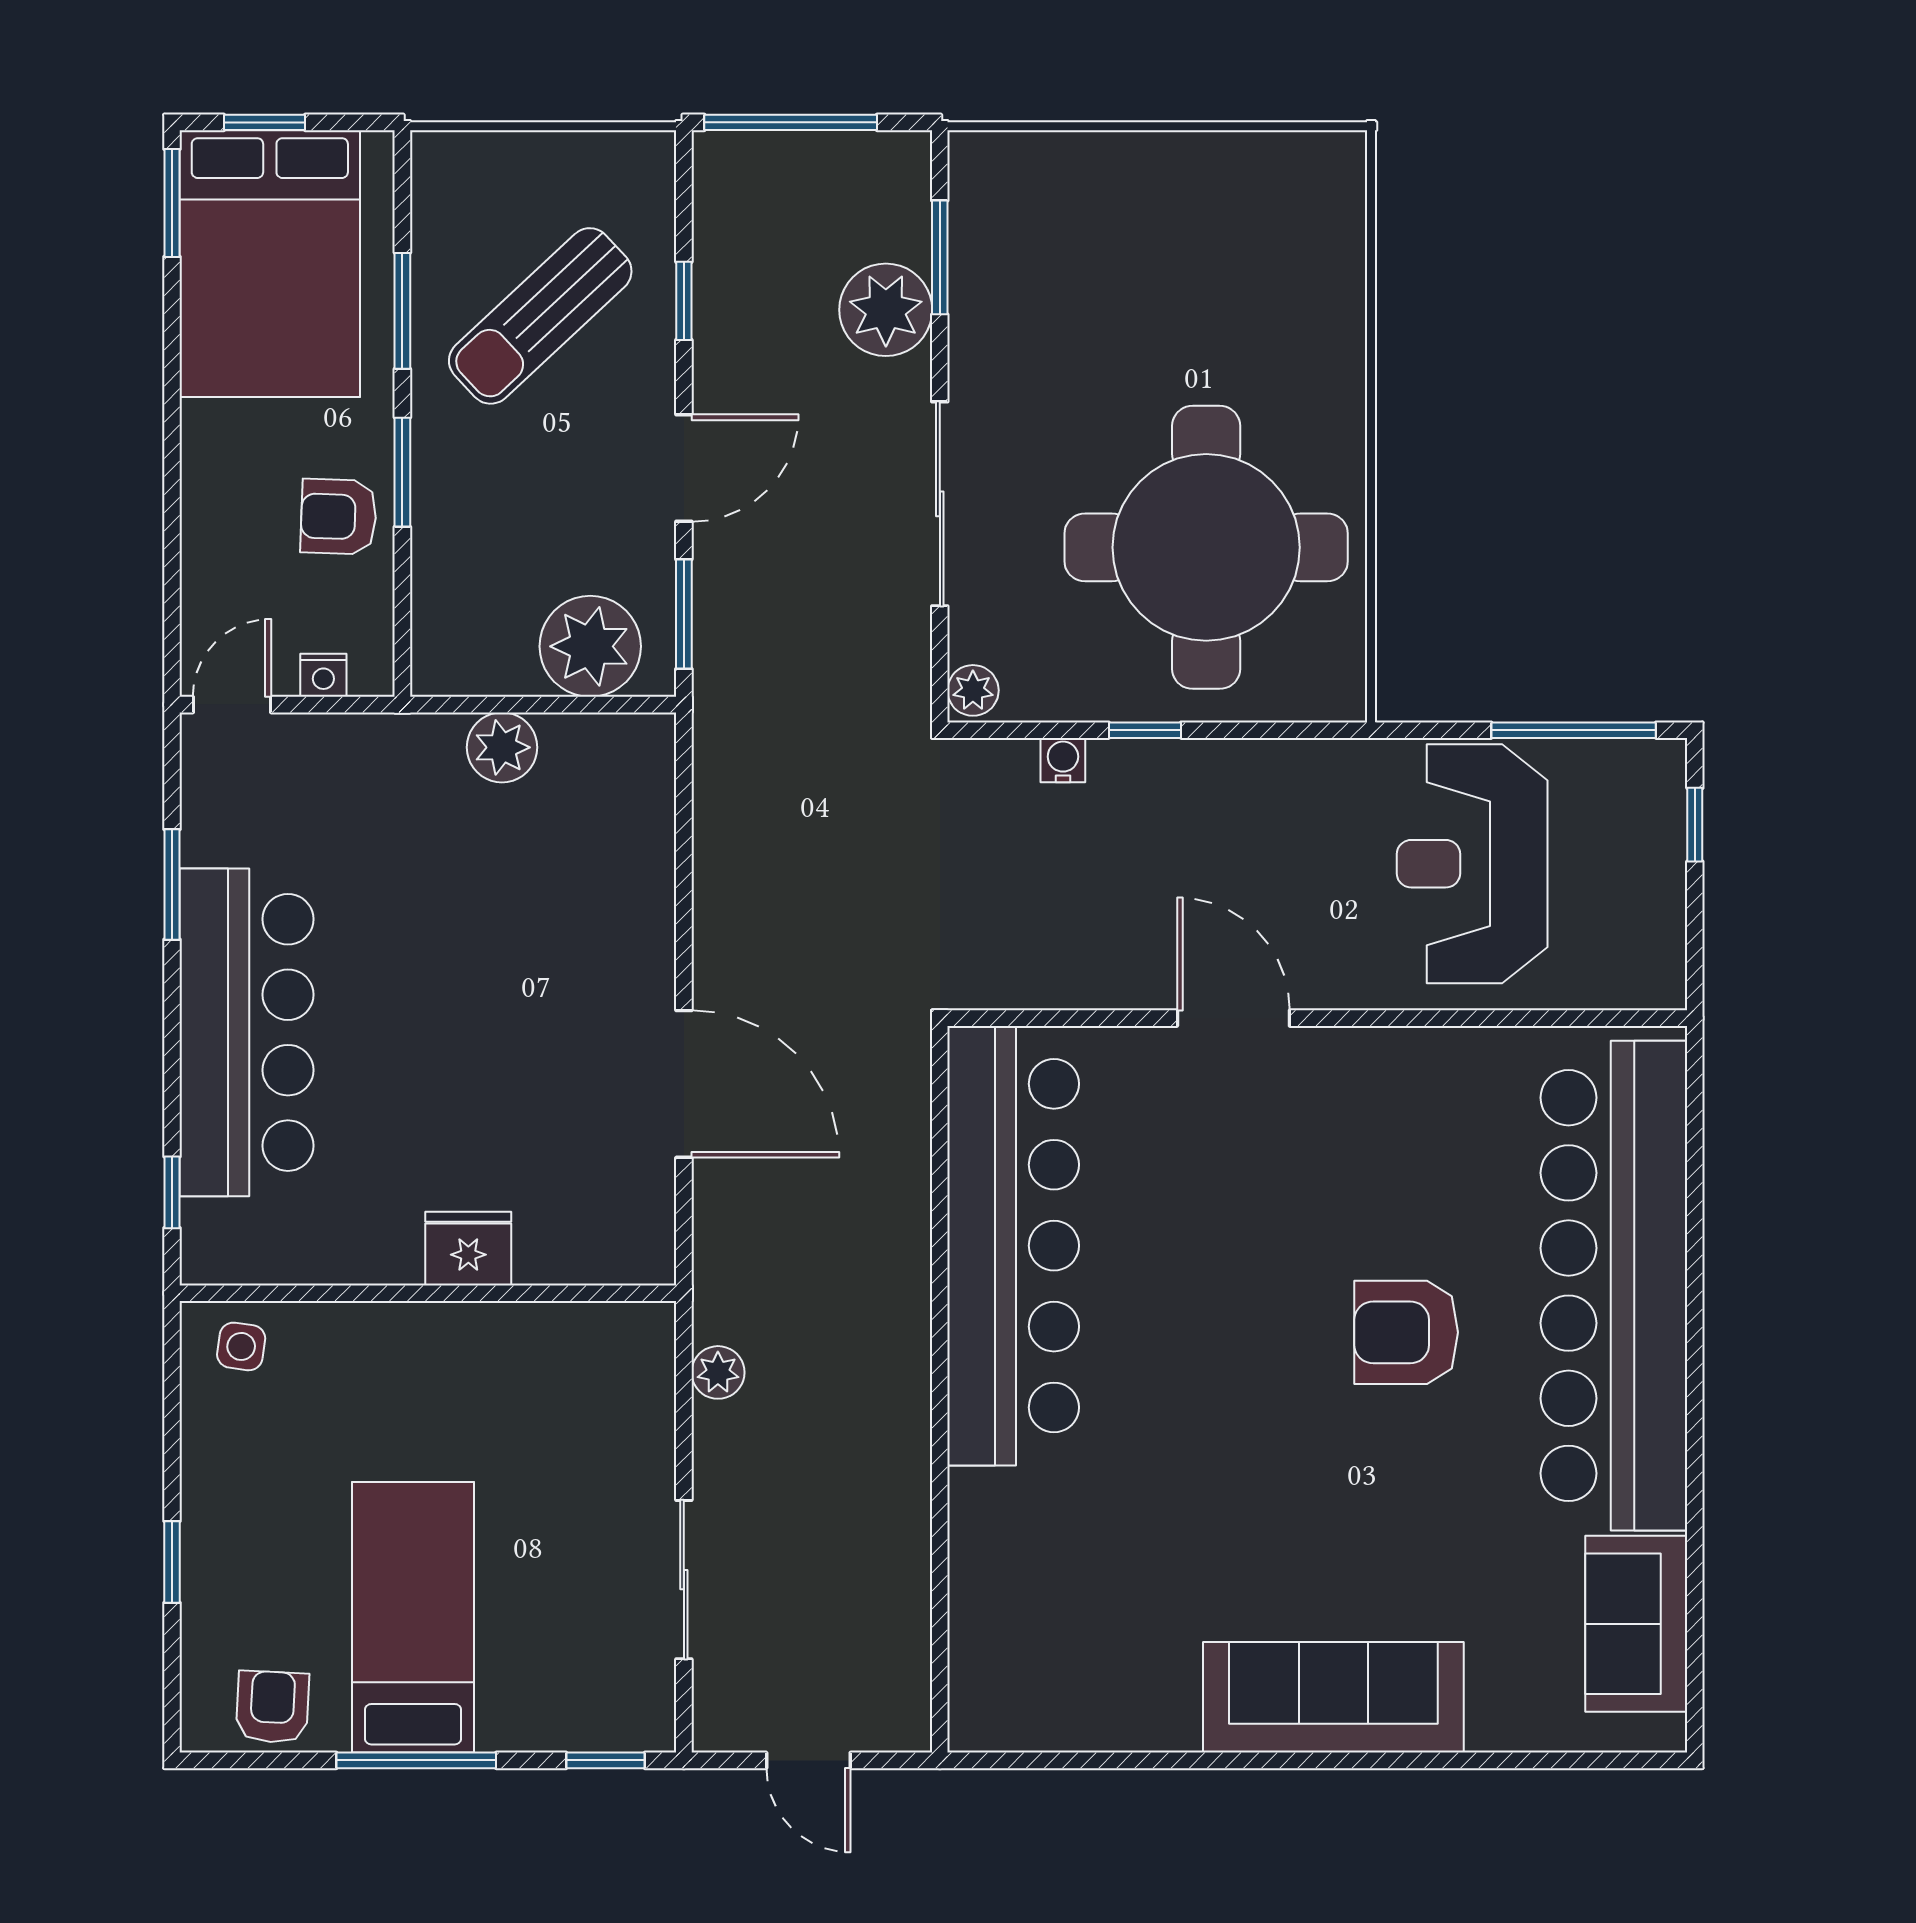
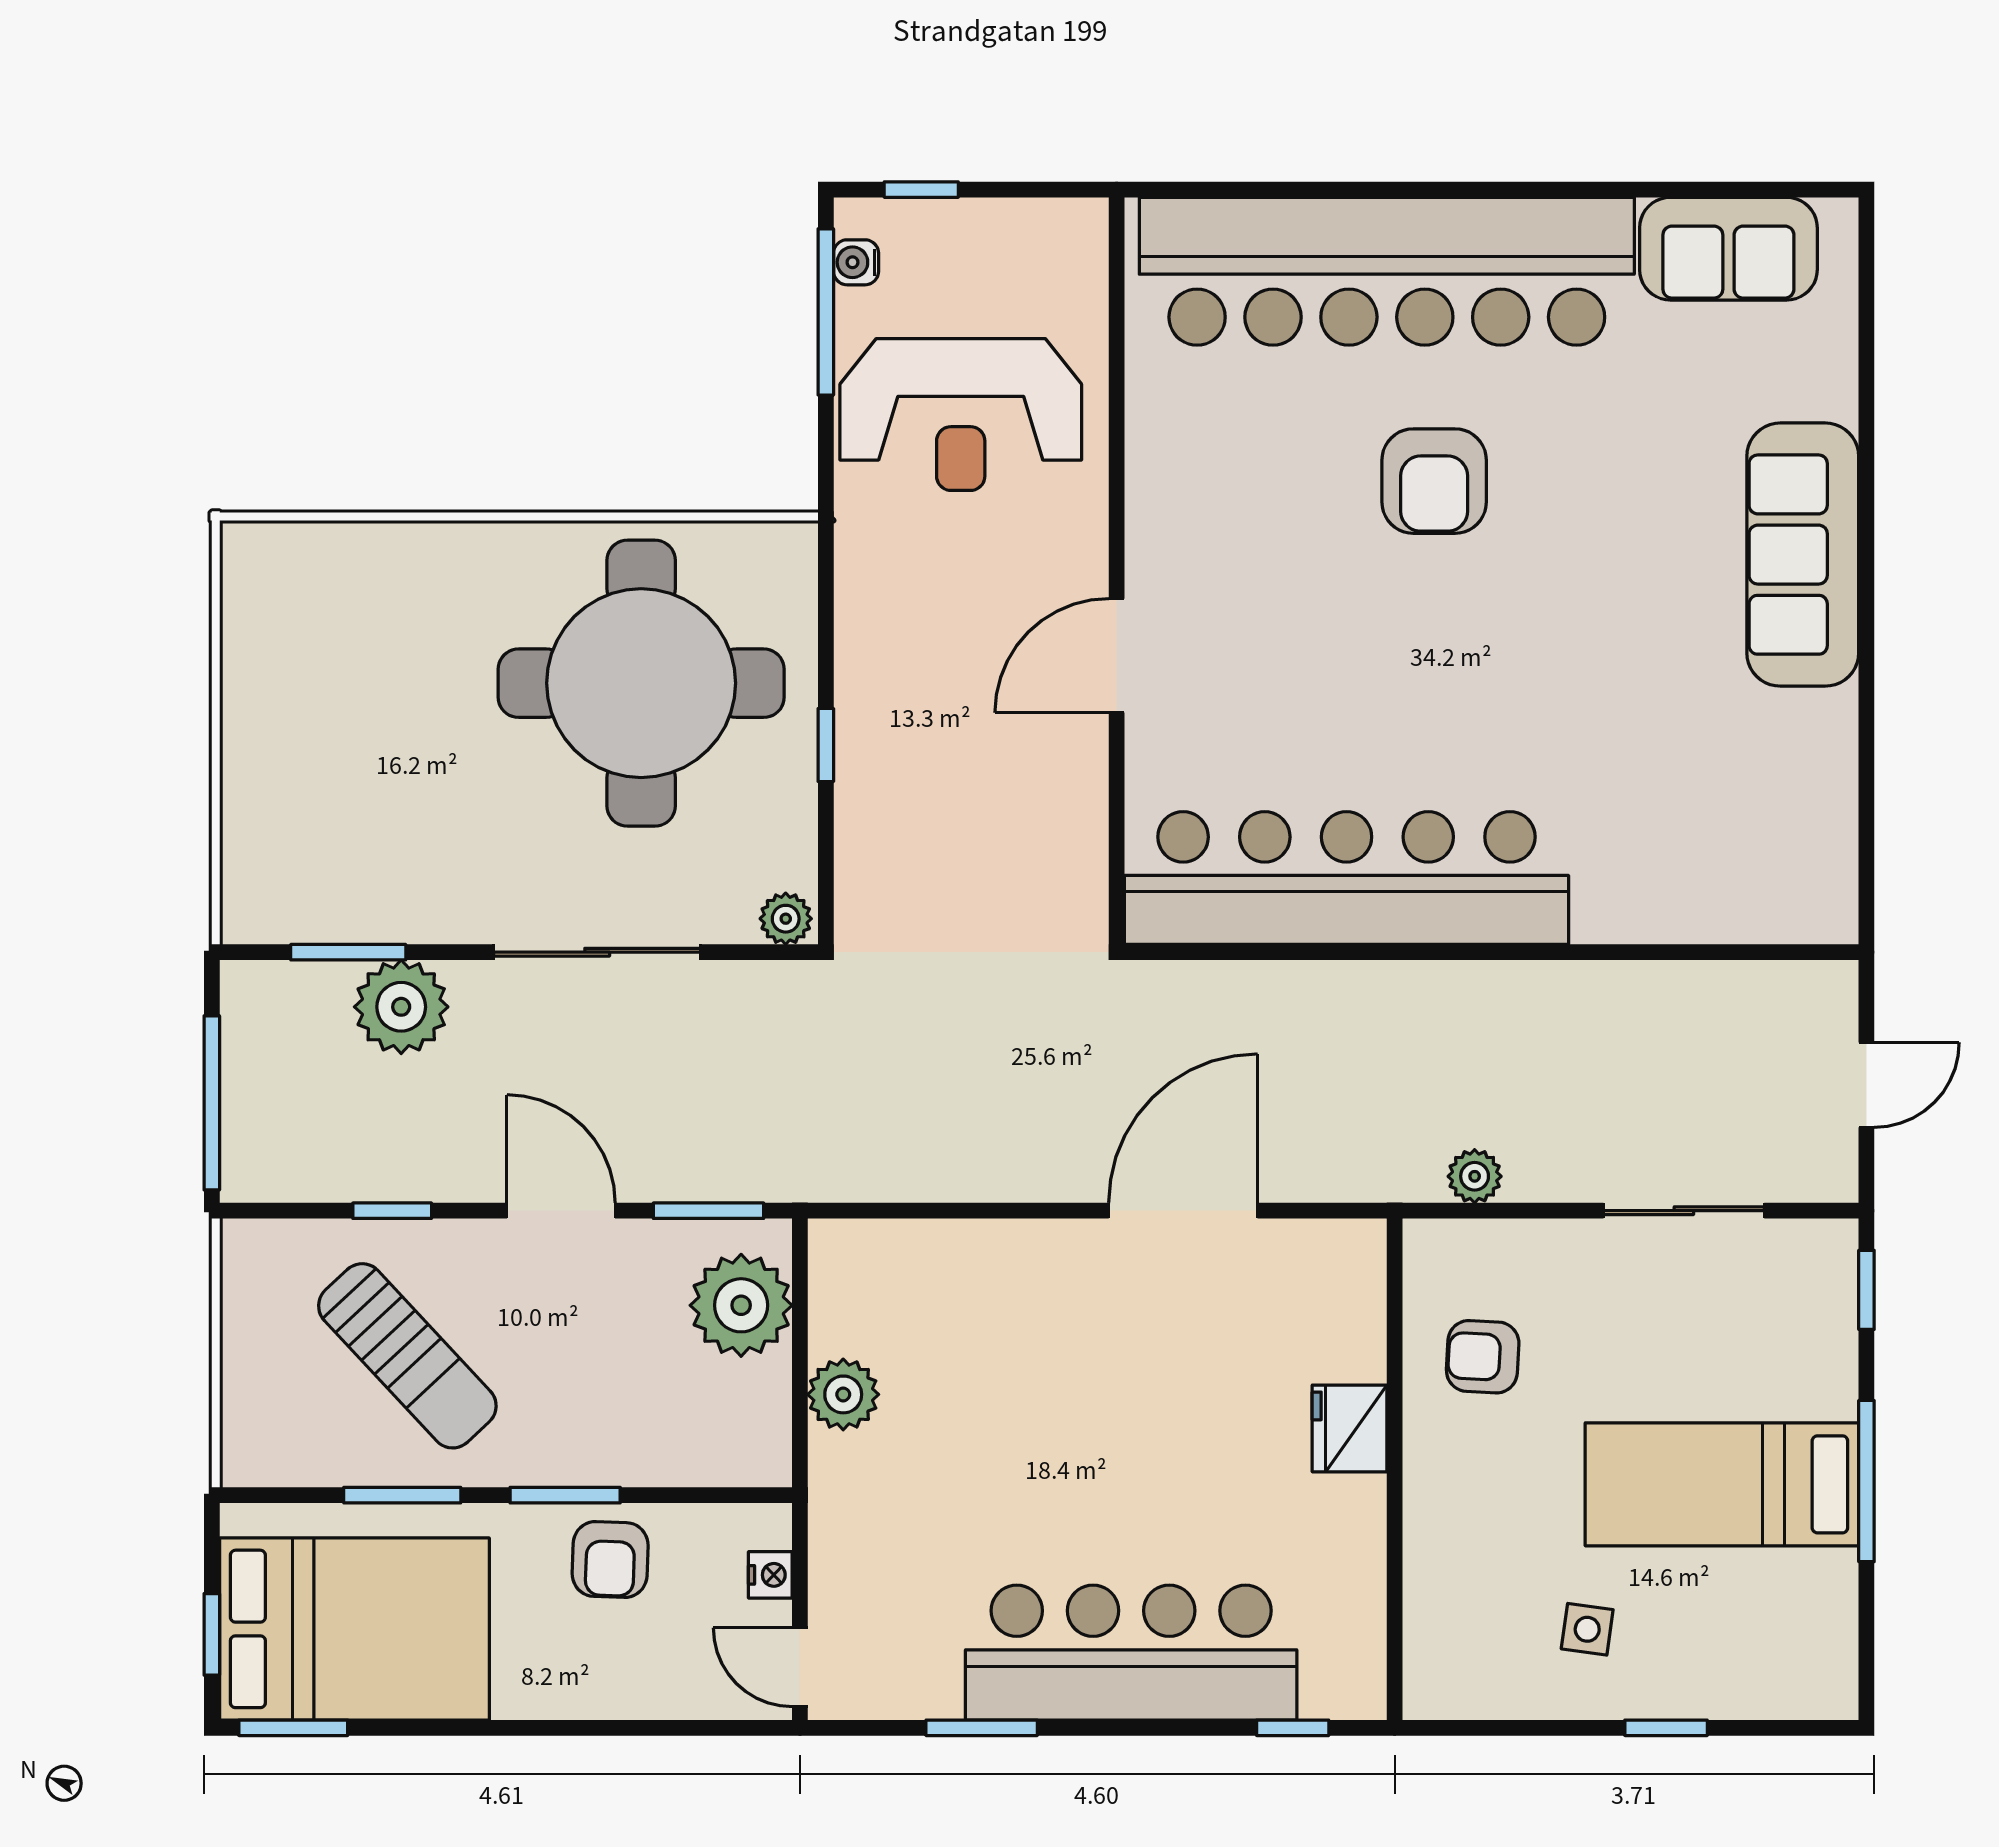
water cooler: (1063, 760) -> (856, 262), moved
side table: (241, 1346) -> (1587, 1629), moved
armchair: (272, 1707) -> (1483, 1357), moved

